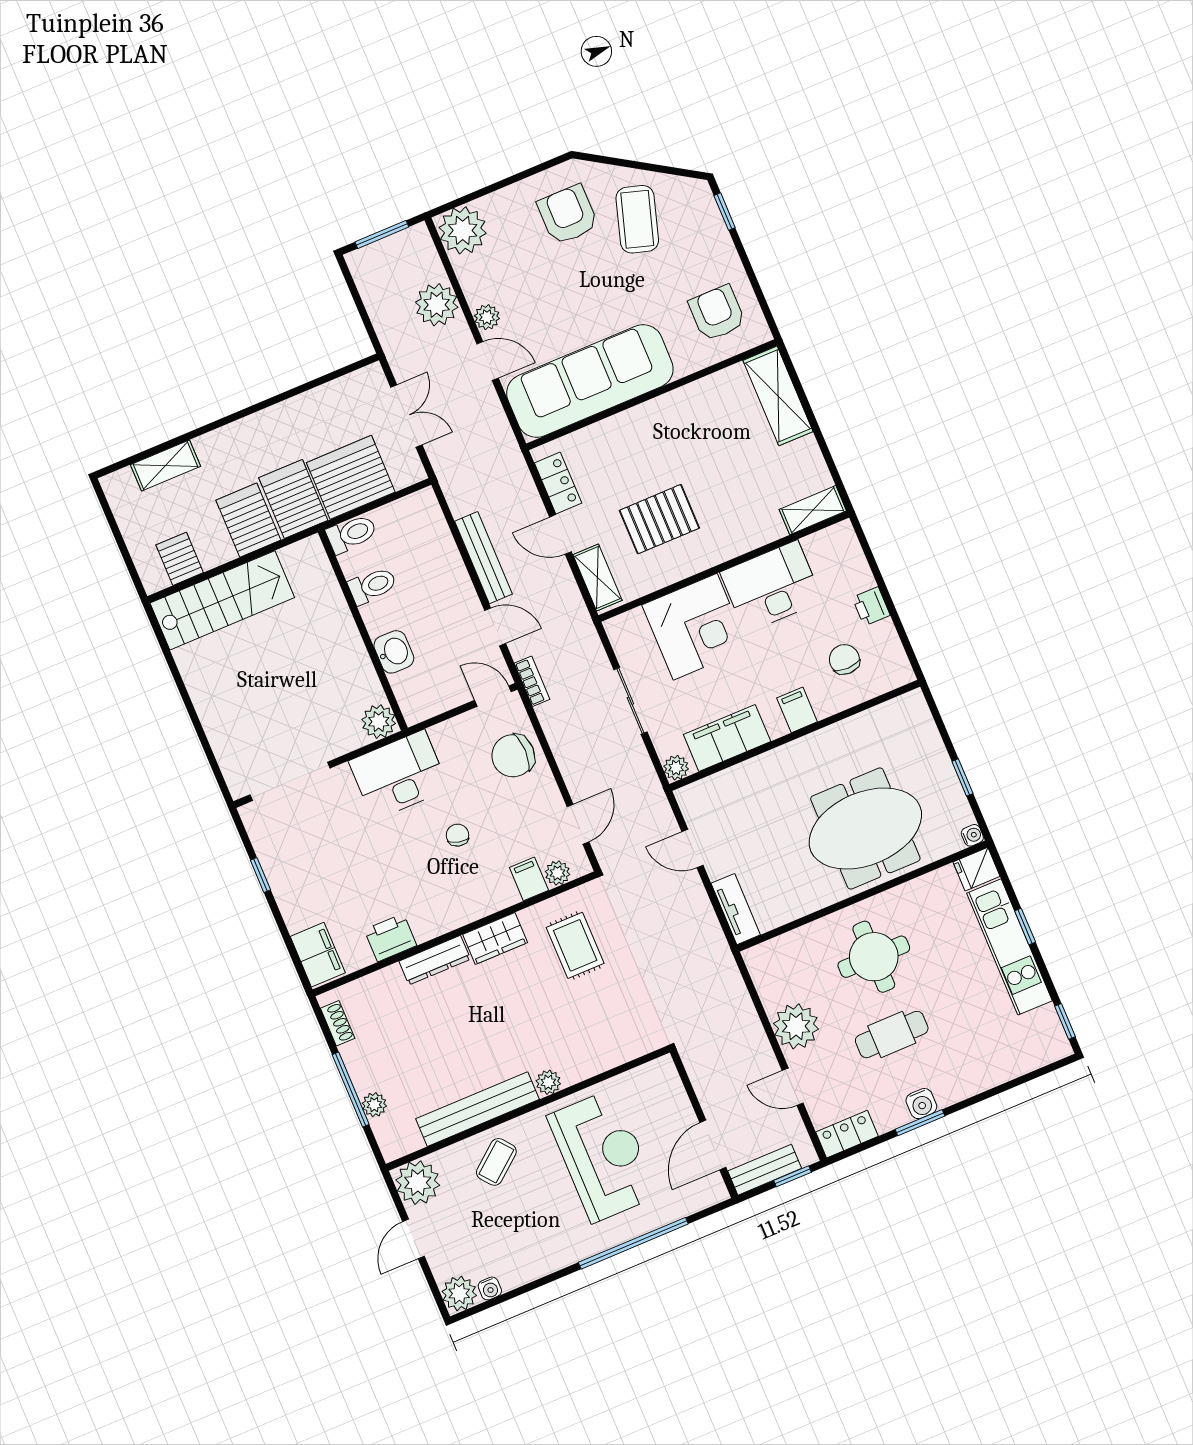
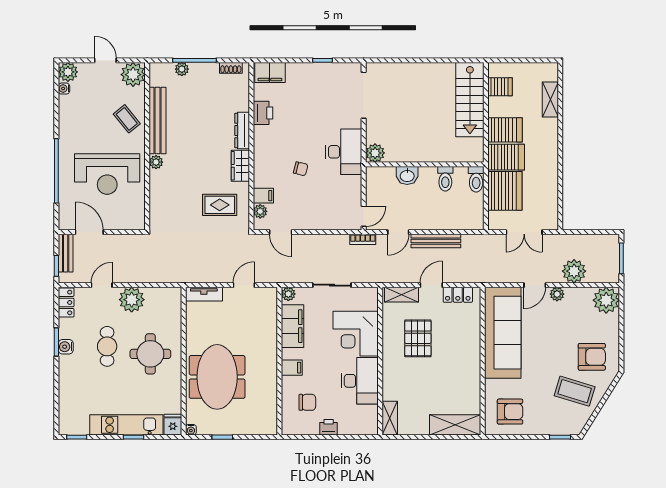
chair: (513, 756) -> (329, 214), removed

